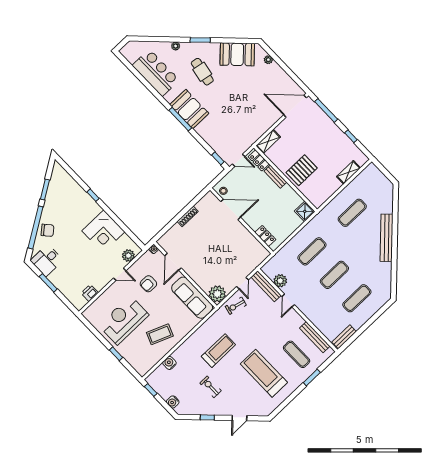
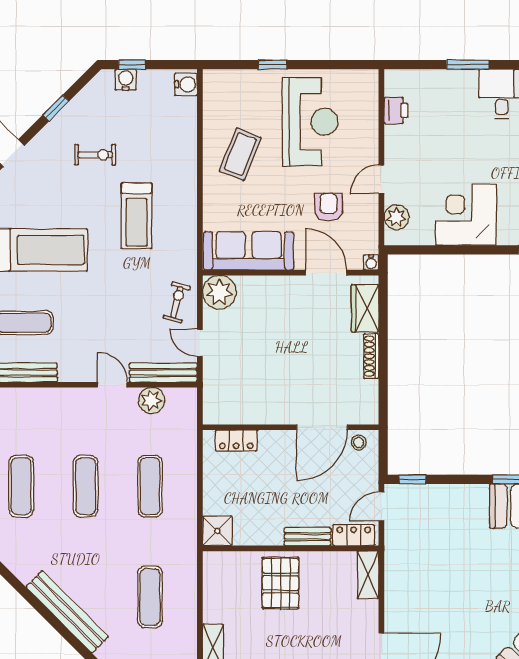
wardrobe: (172, 235) -> (365, 308), added
water cooler: (169, 363) -> (186, 84), moved
window: (151, 390) -> (132, 65), moved

